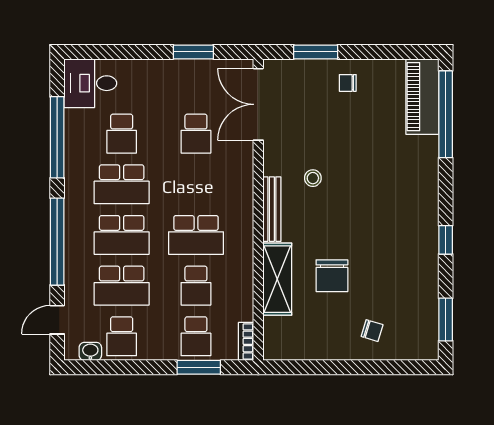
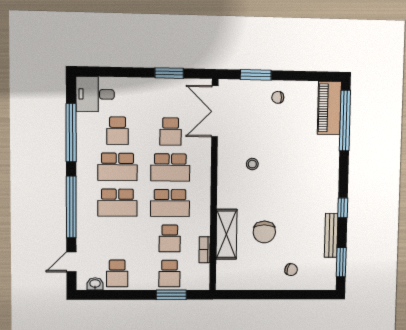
bench: (272, 209) -> (331, 235), moved
school desk: (122, 286) -> (170, 167), moved
bookcase: (246, 341) -> (205, 250), moved

